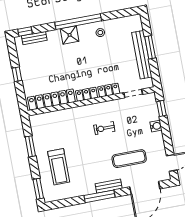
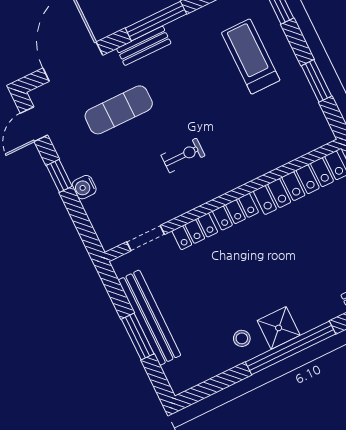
shower: (70, 35) -> (279, 328), moved
window: (162, 108) -> (59, 176), moved

